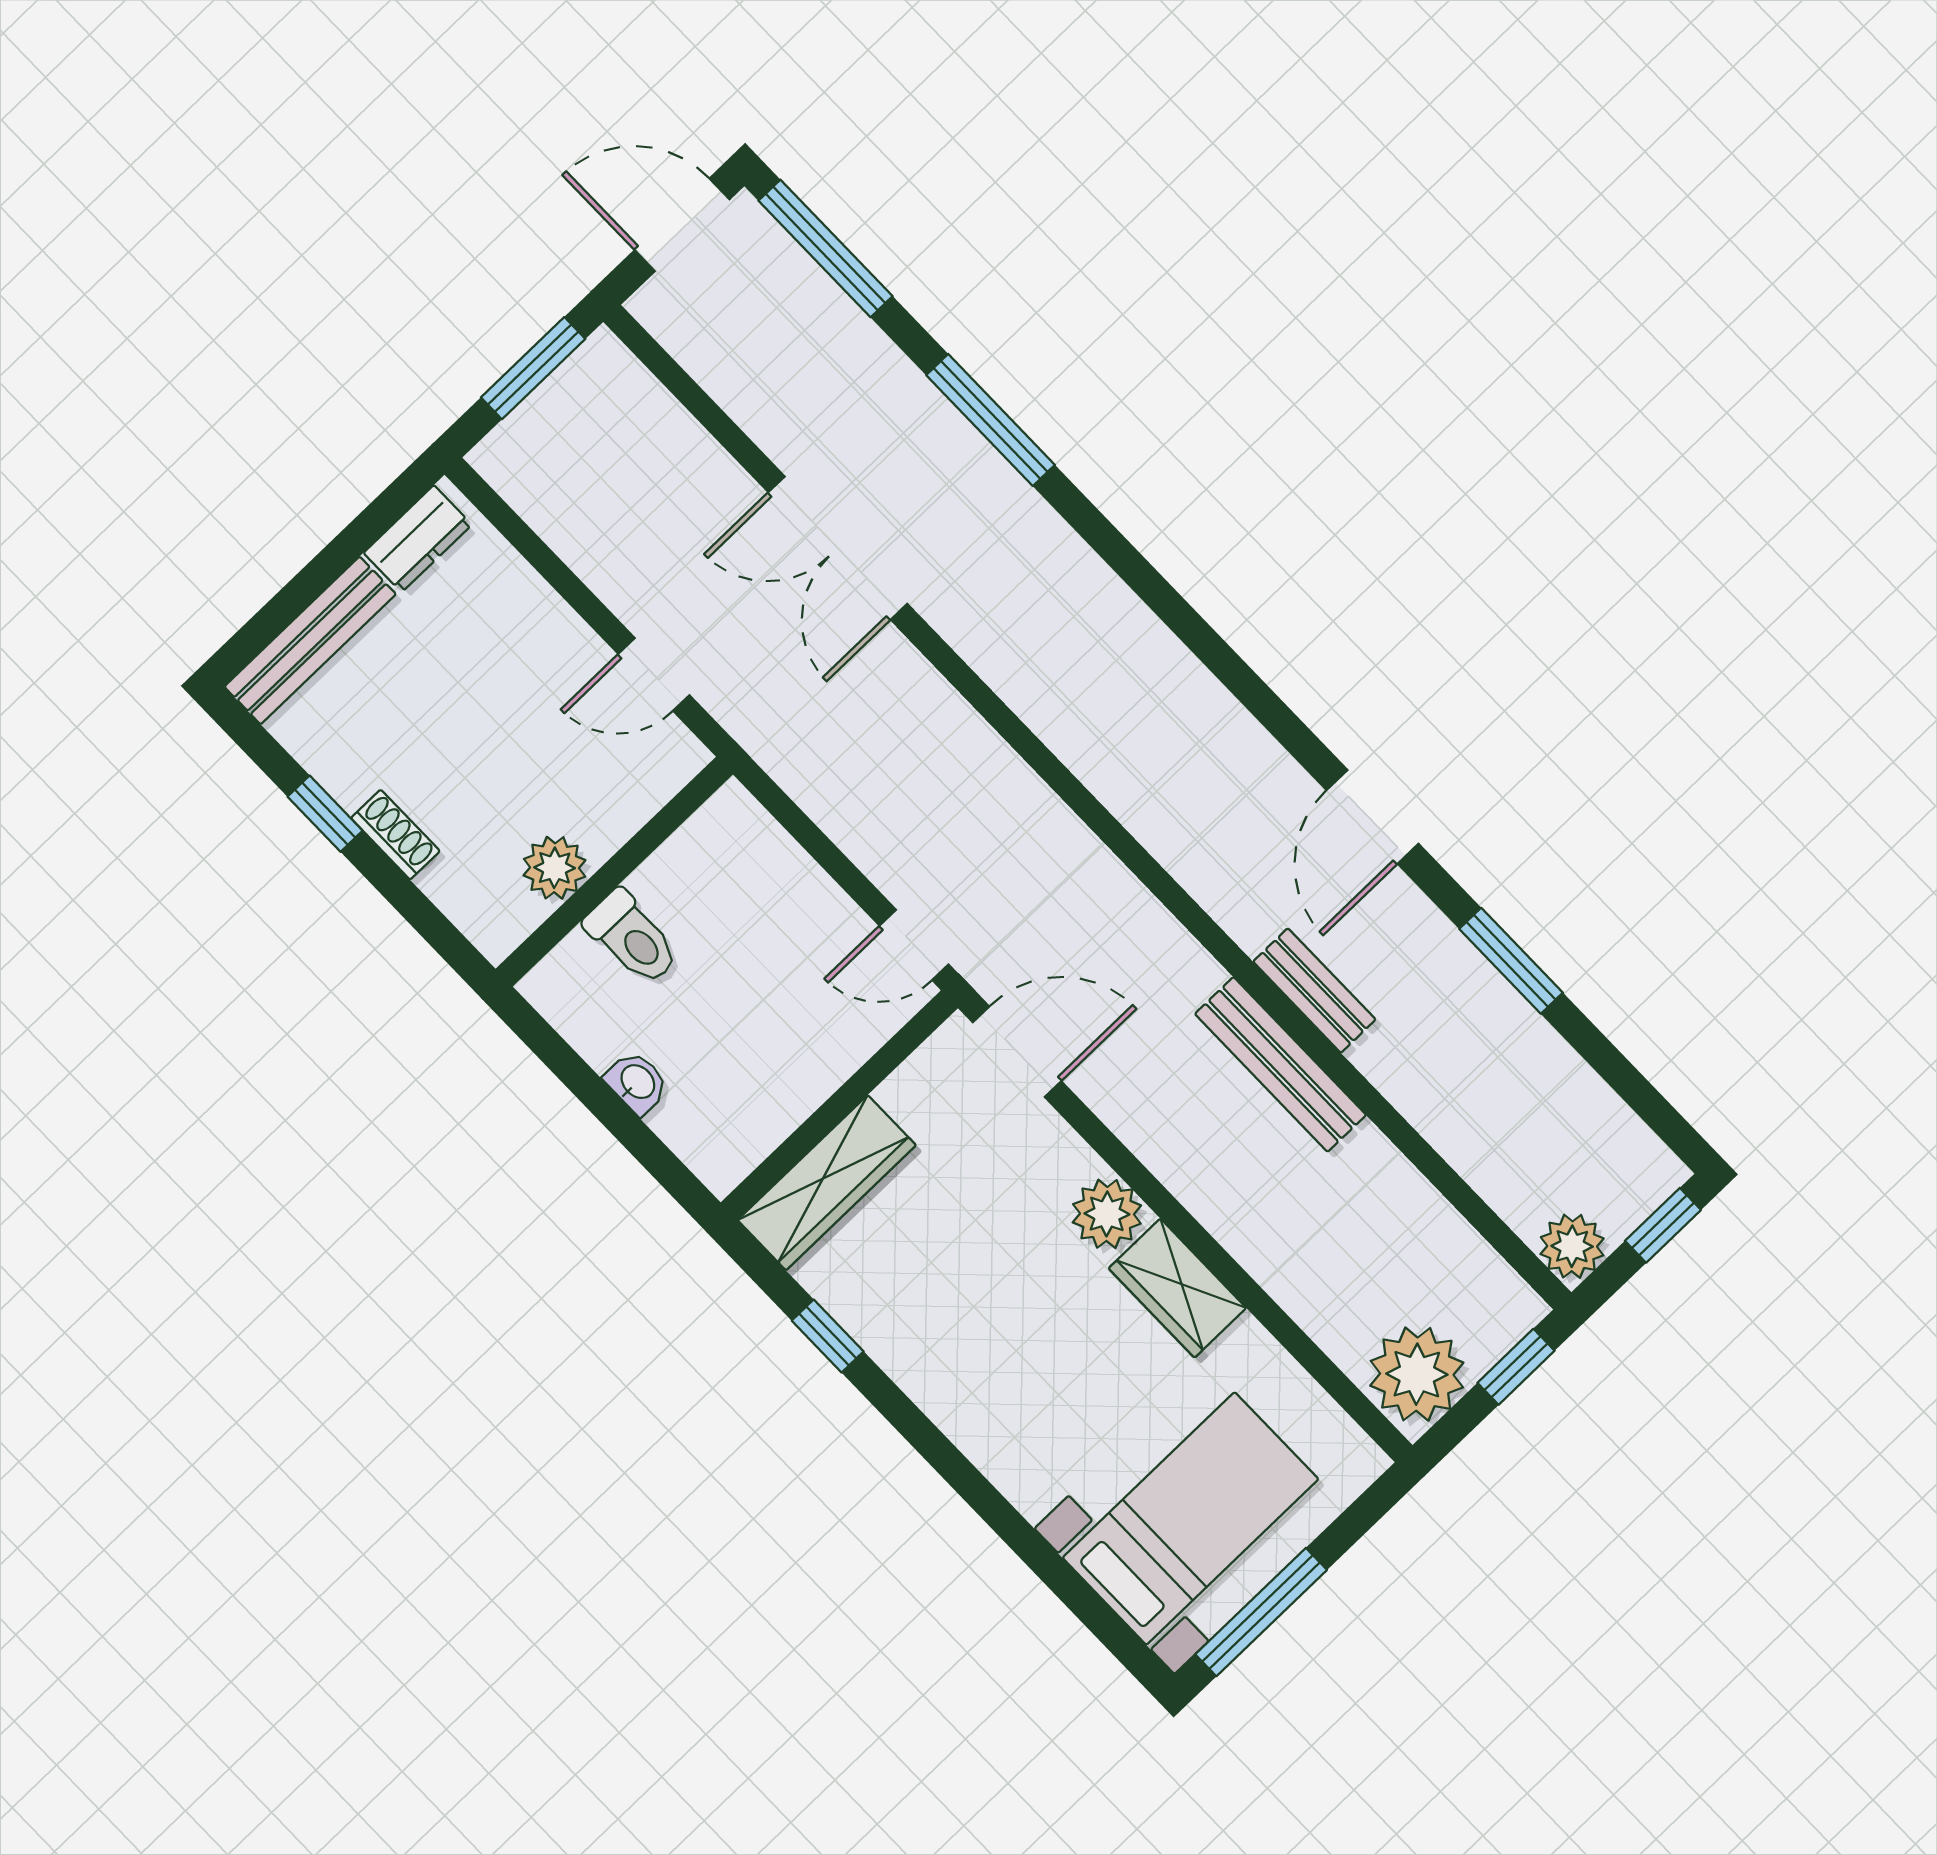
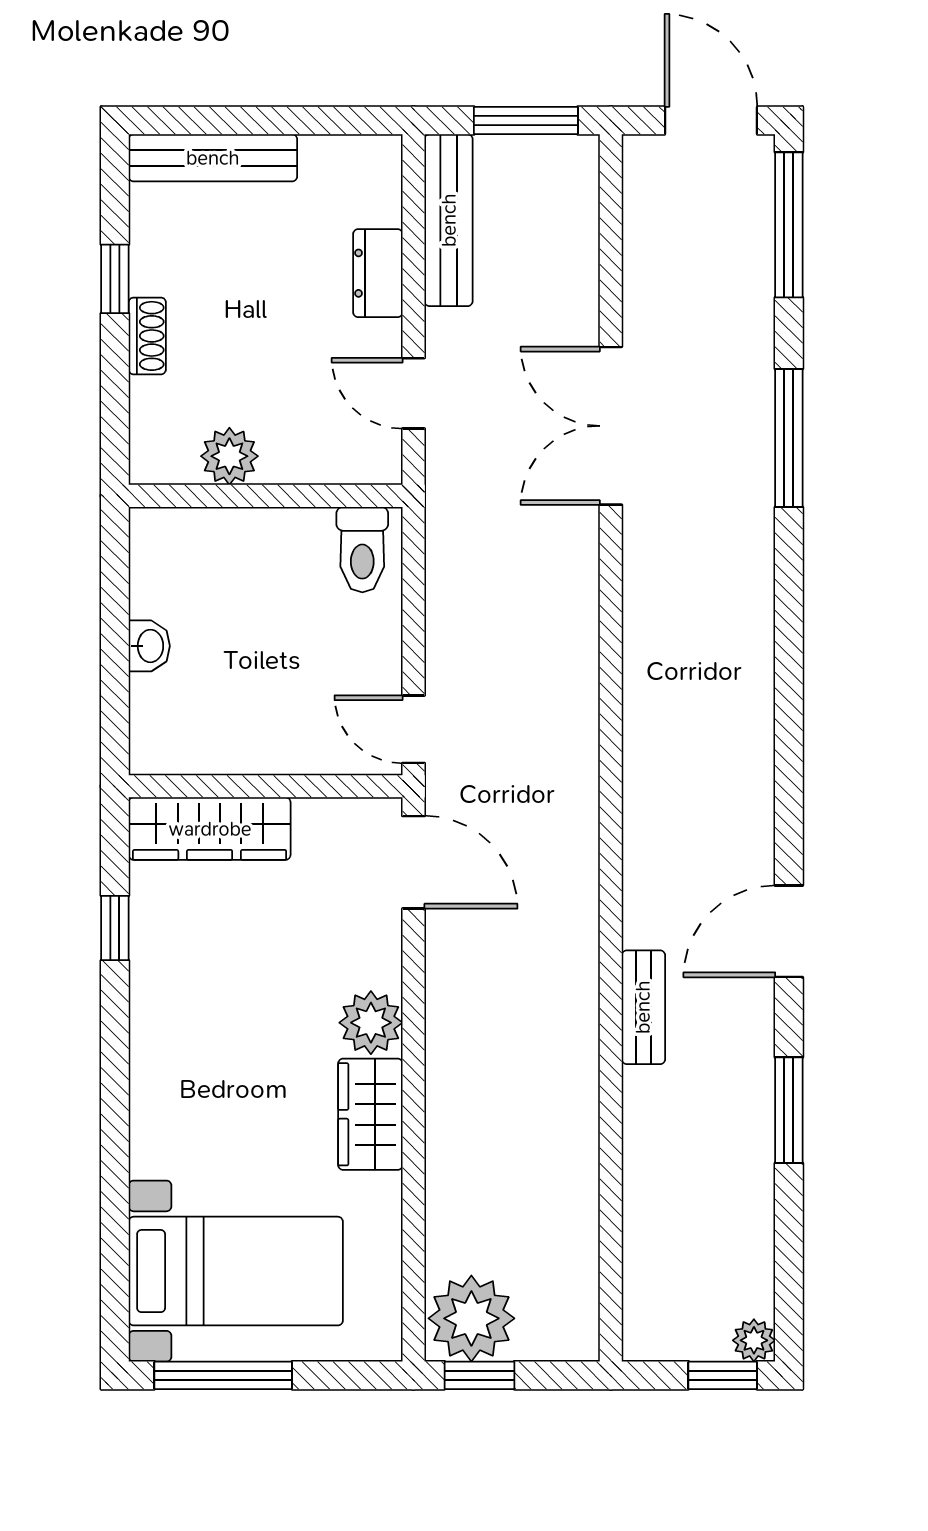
dresser: (418, 539) -> (378, 273), moved, turned 90
toilet: (632, 938) -> (362, 550), moved
bench: (1280, 1064) -> (449, 220), moved
plant: (1572, 1246) -> (754, 1340), moved, width x0.73, depth x0.73
window: (1516, 1367) -> (479, 1375), moved

